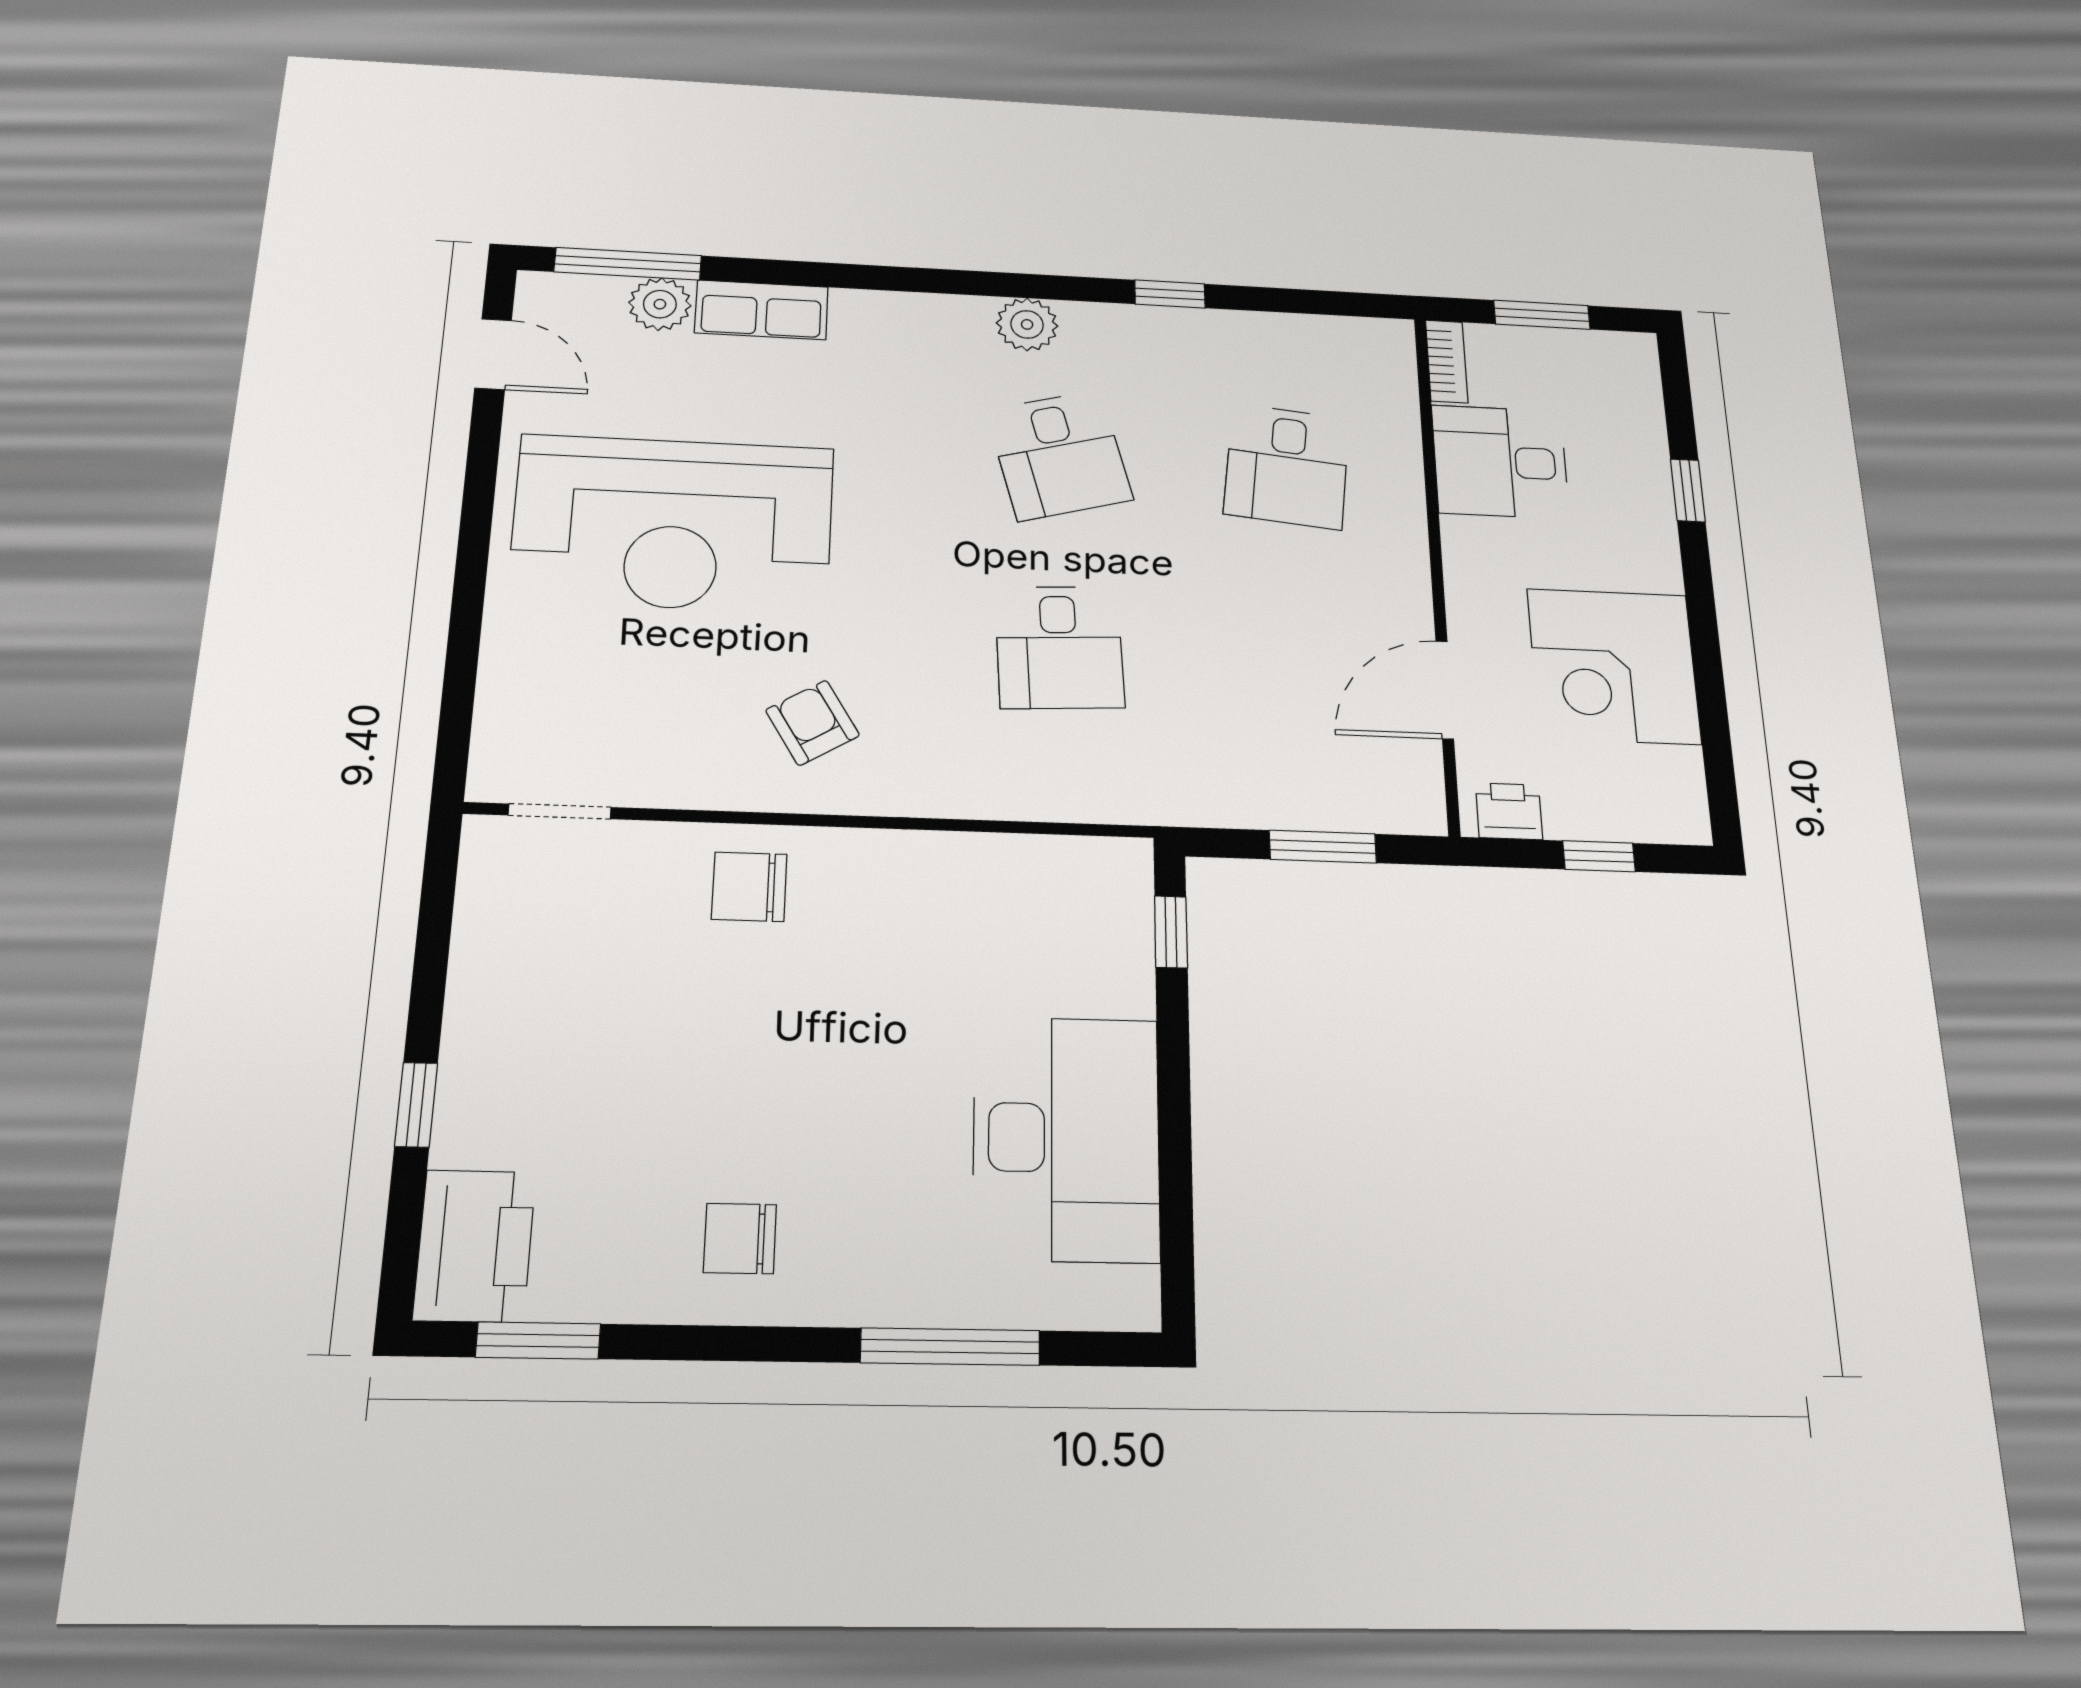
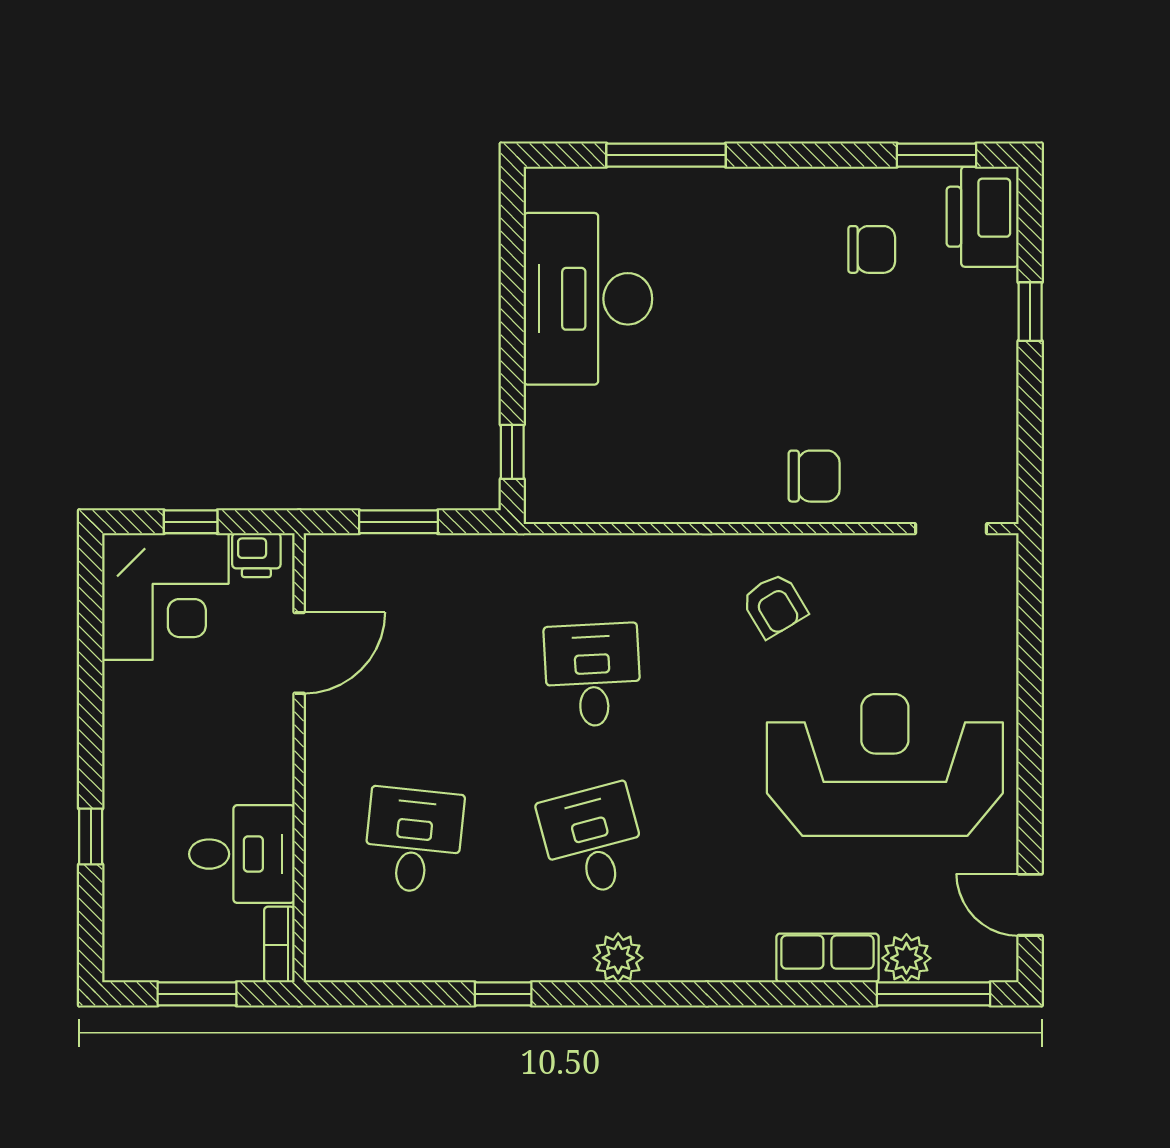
corner desk: (1614, 666) -> (165, 597), moved, turned 90
chair: (740, 1239) -> (872, 249), moved

